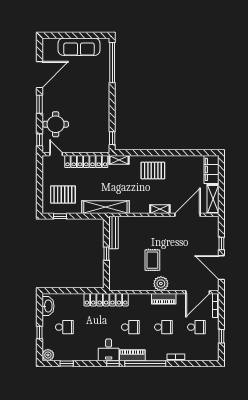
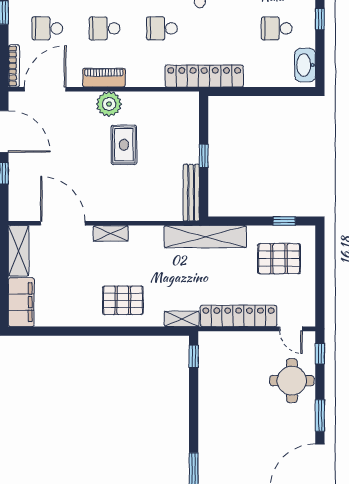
door: (187, 215) -> (63, 223), swing flipped

